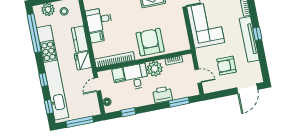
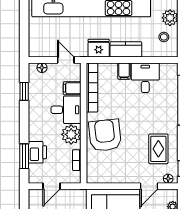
armchair: (150, 42) -> (105, 135), turned -96
printer: (162, 95) -> (37, 152), moved
window: (80, 122) -> (24, 29), removed

